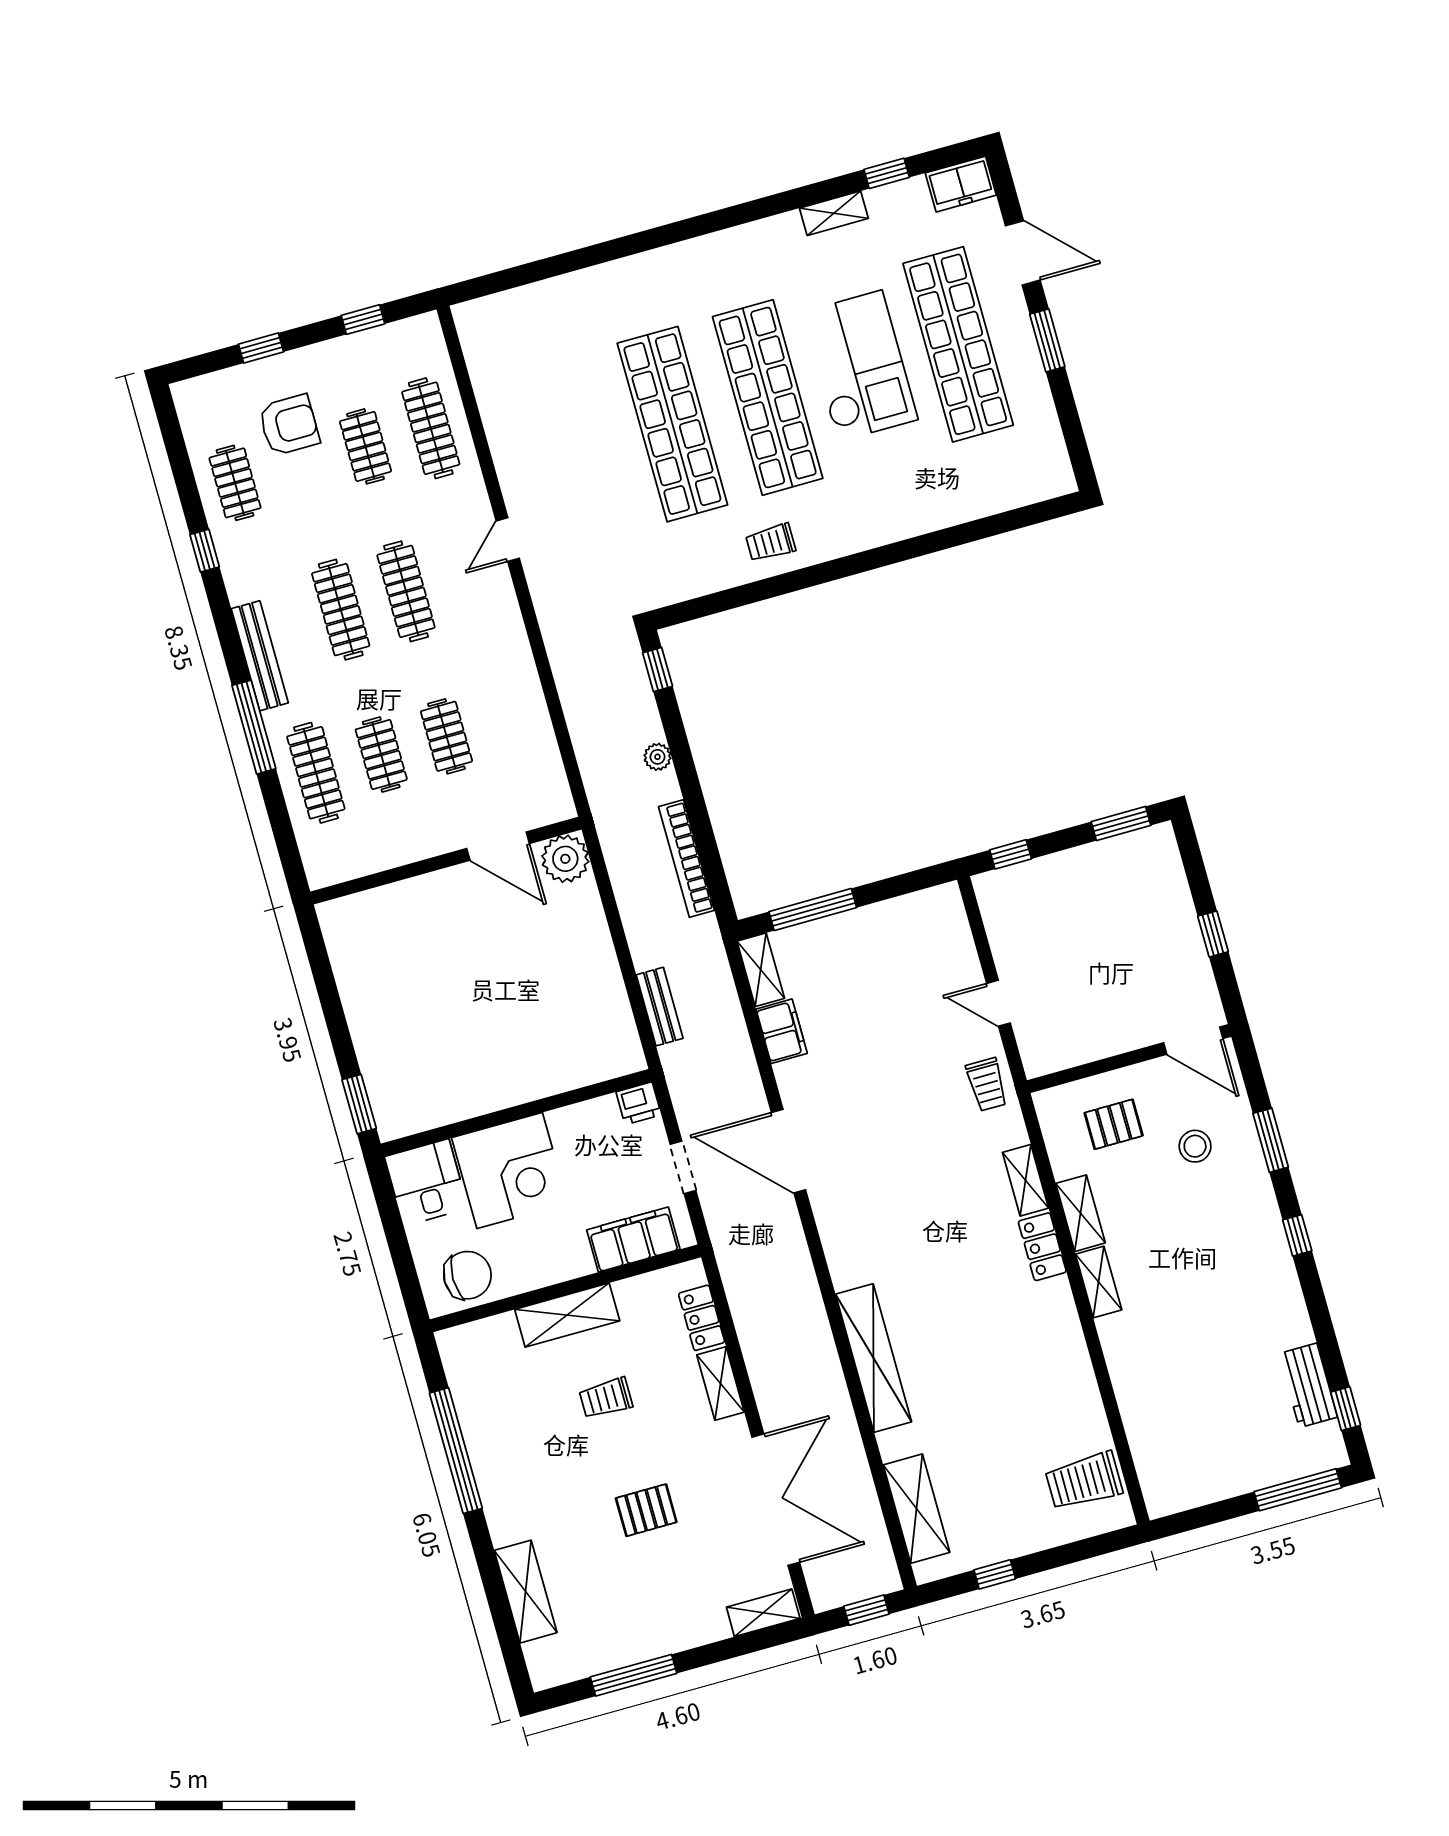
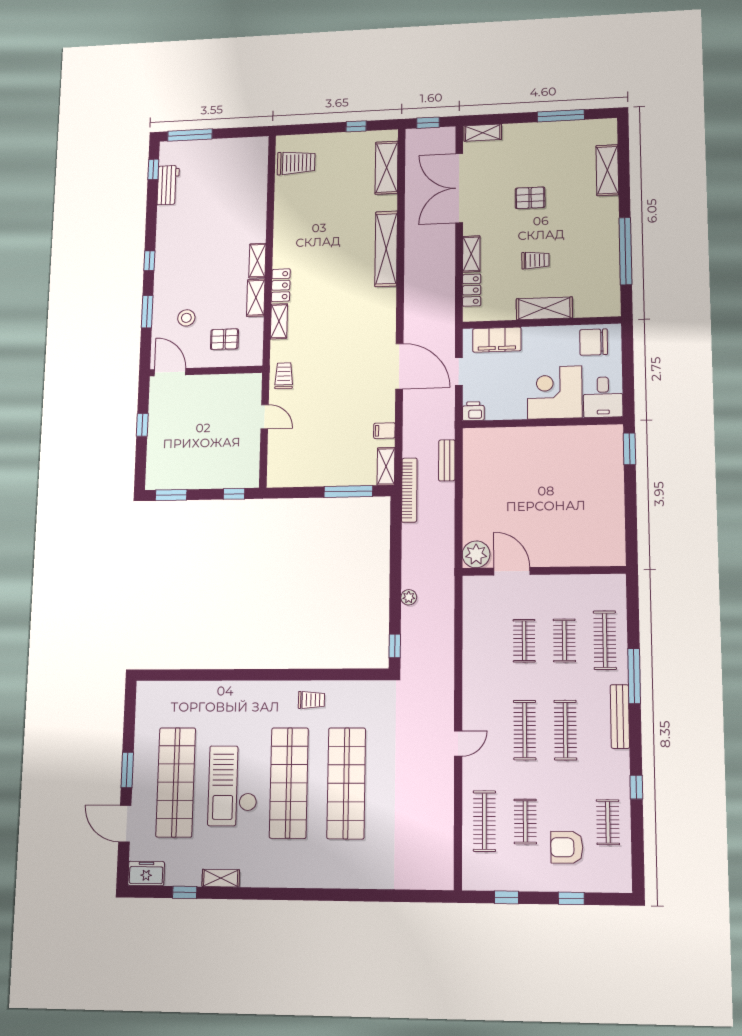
bookcase: (686, 858) -> (409, 490), moved
filing cabinet: (782, 1031) -> (384, 431), width x0.50

